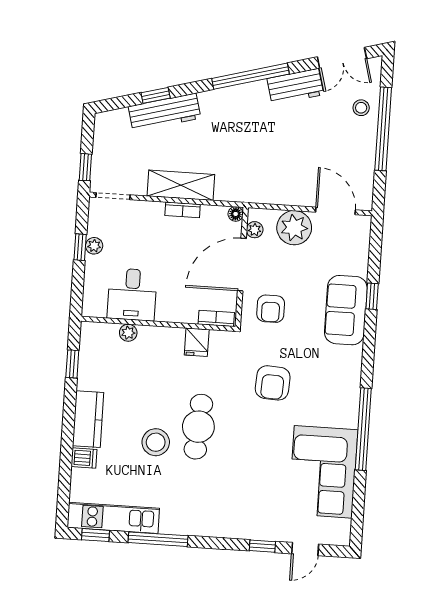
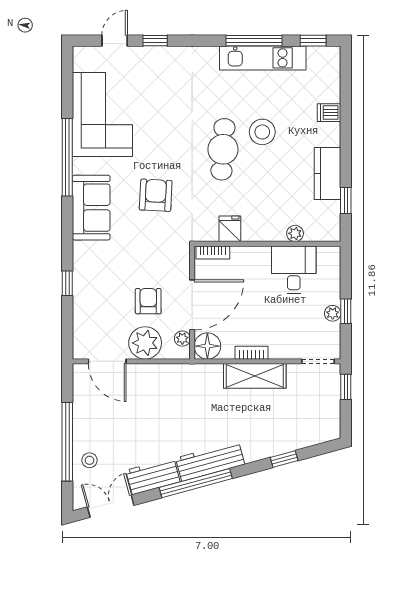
workbench: (165, 112) -> (210, 461), moved
floor lamp: (236, 214) -> (207, 346), width x1.89, depth x1.89
armchair: (271, 309) -> (148, 301), moved
sofa: (346, 310) -> (91, 208), moved
kitchen counter: (88, 419) -> (328, 174), moved
kitchen unit: (113, 518) -> (263, 58), moved

